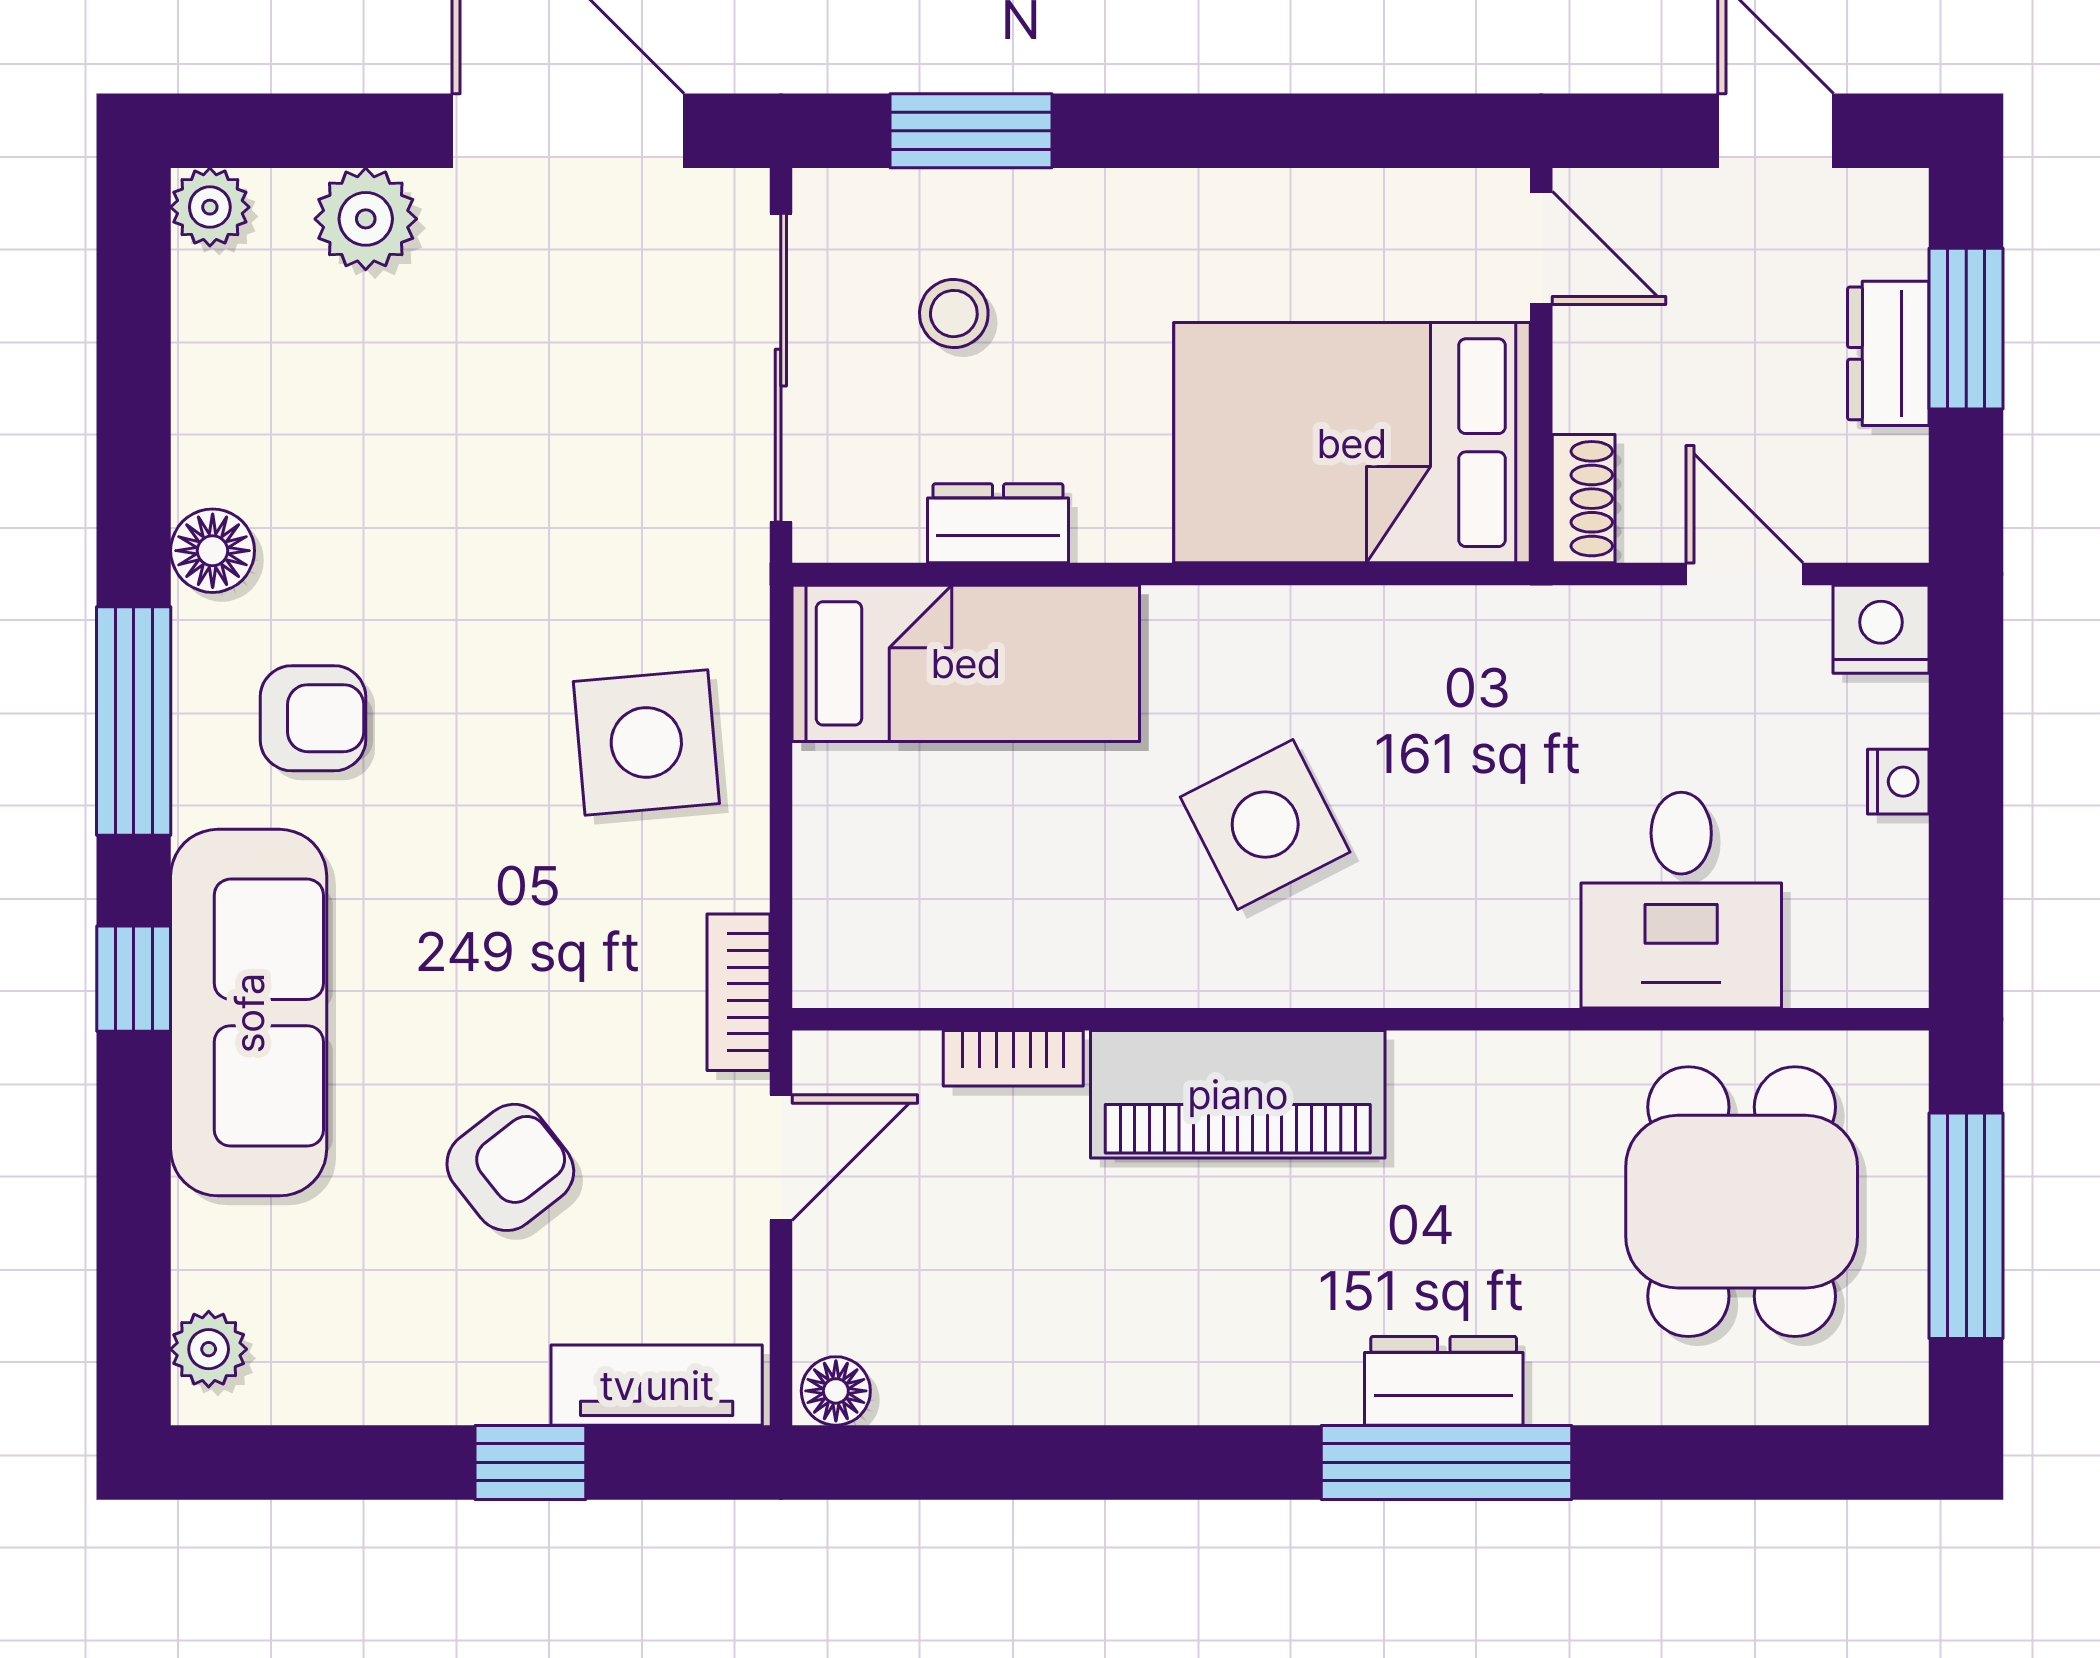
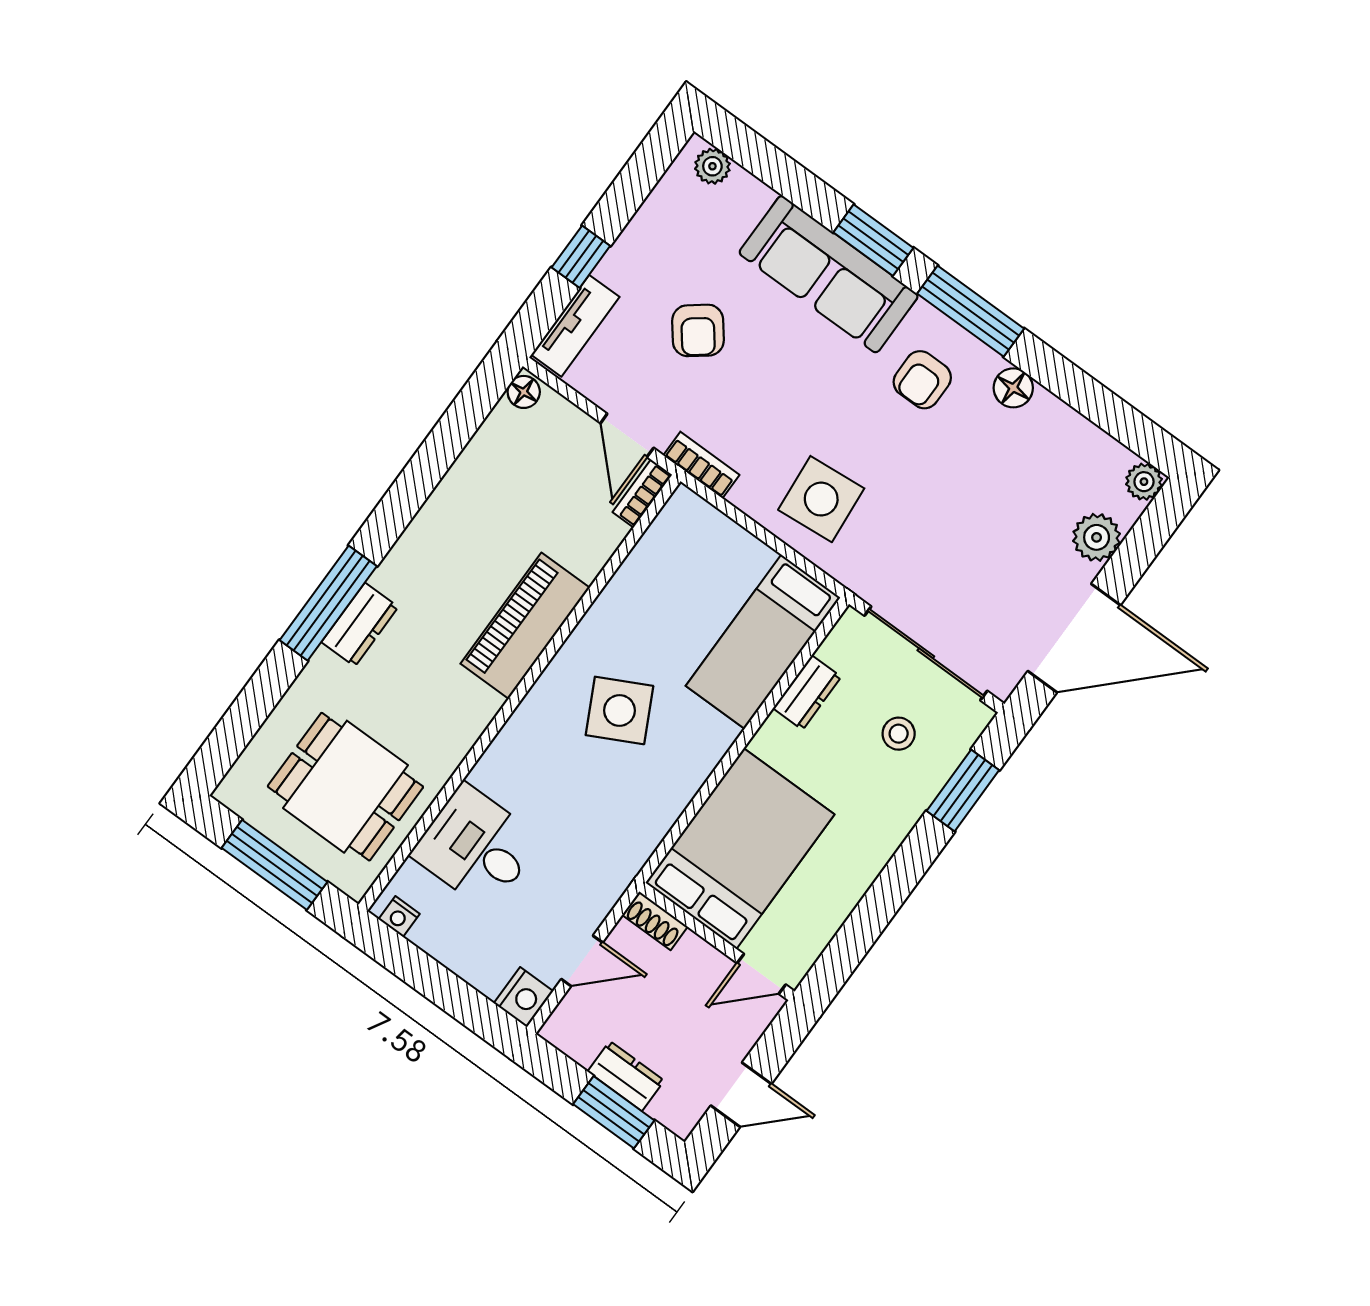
nightstand: (1898, 782) -> (399, 916), moved
window: (134, 979) -> (873, 240), width x1.50
bookcase: (1013, 1058) -> (642, 494), moved

